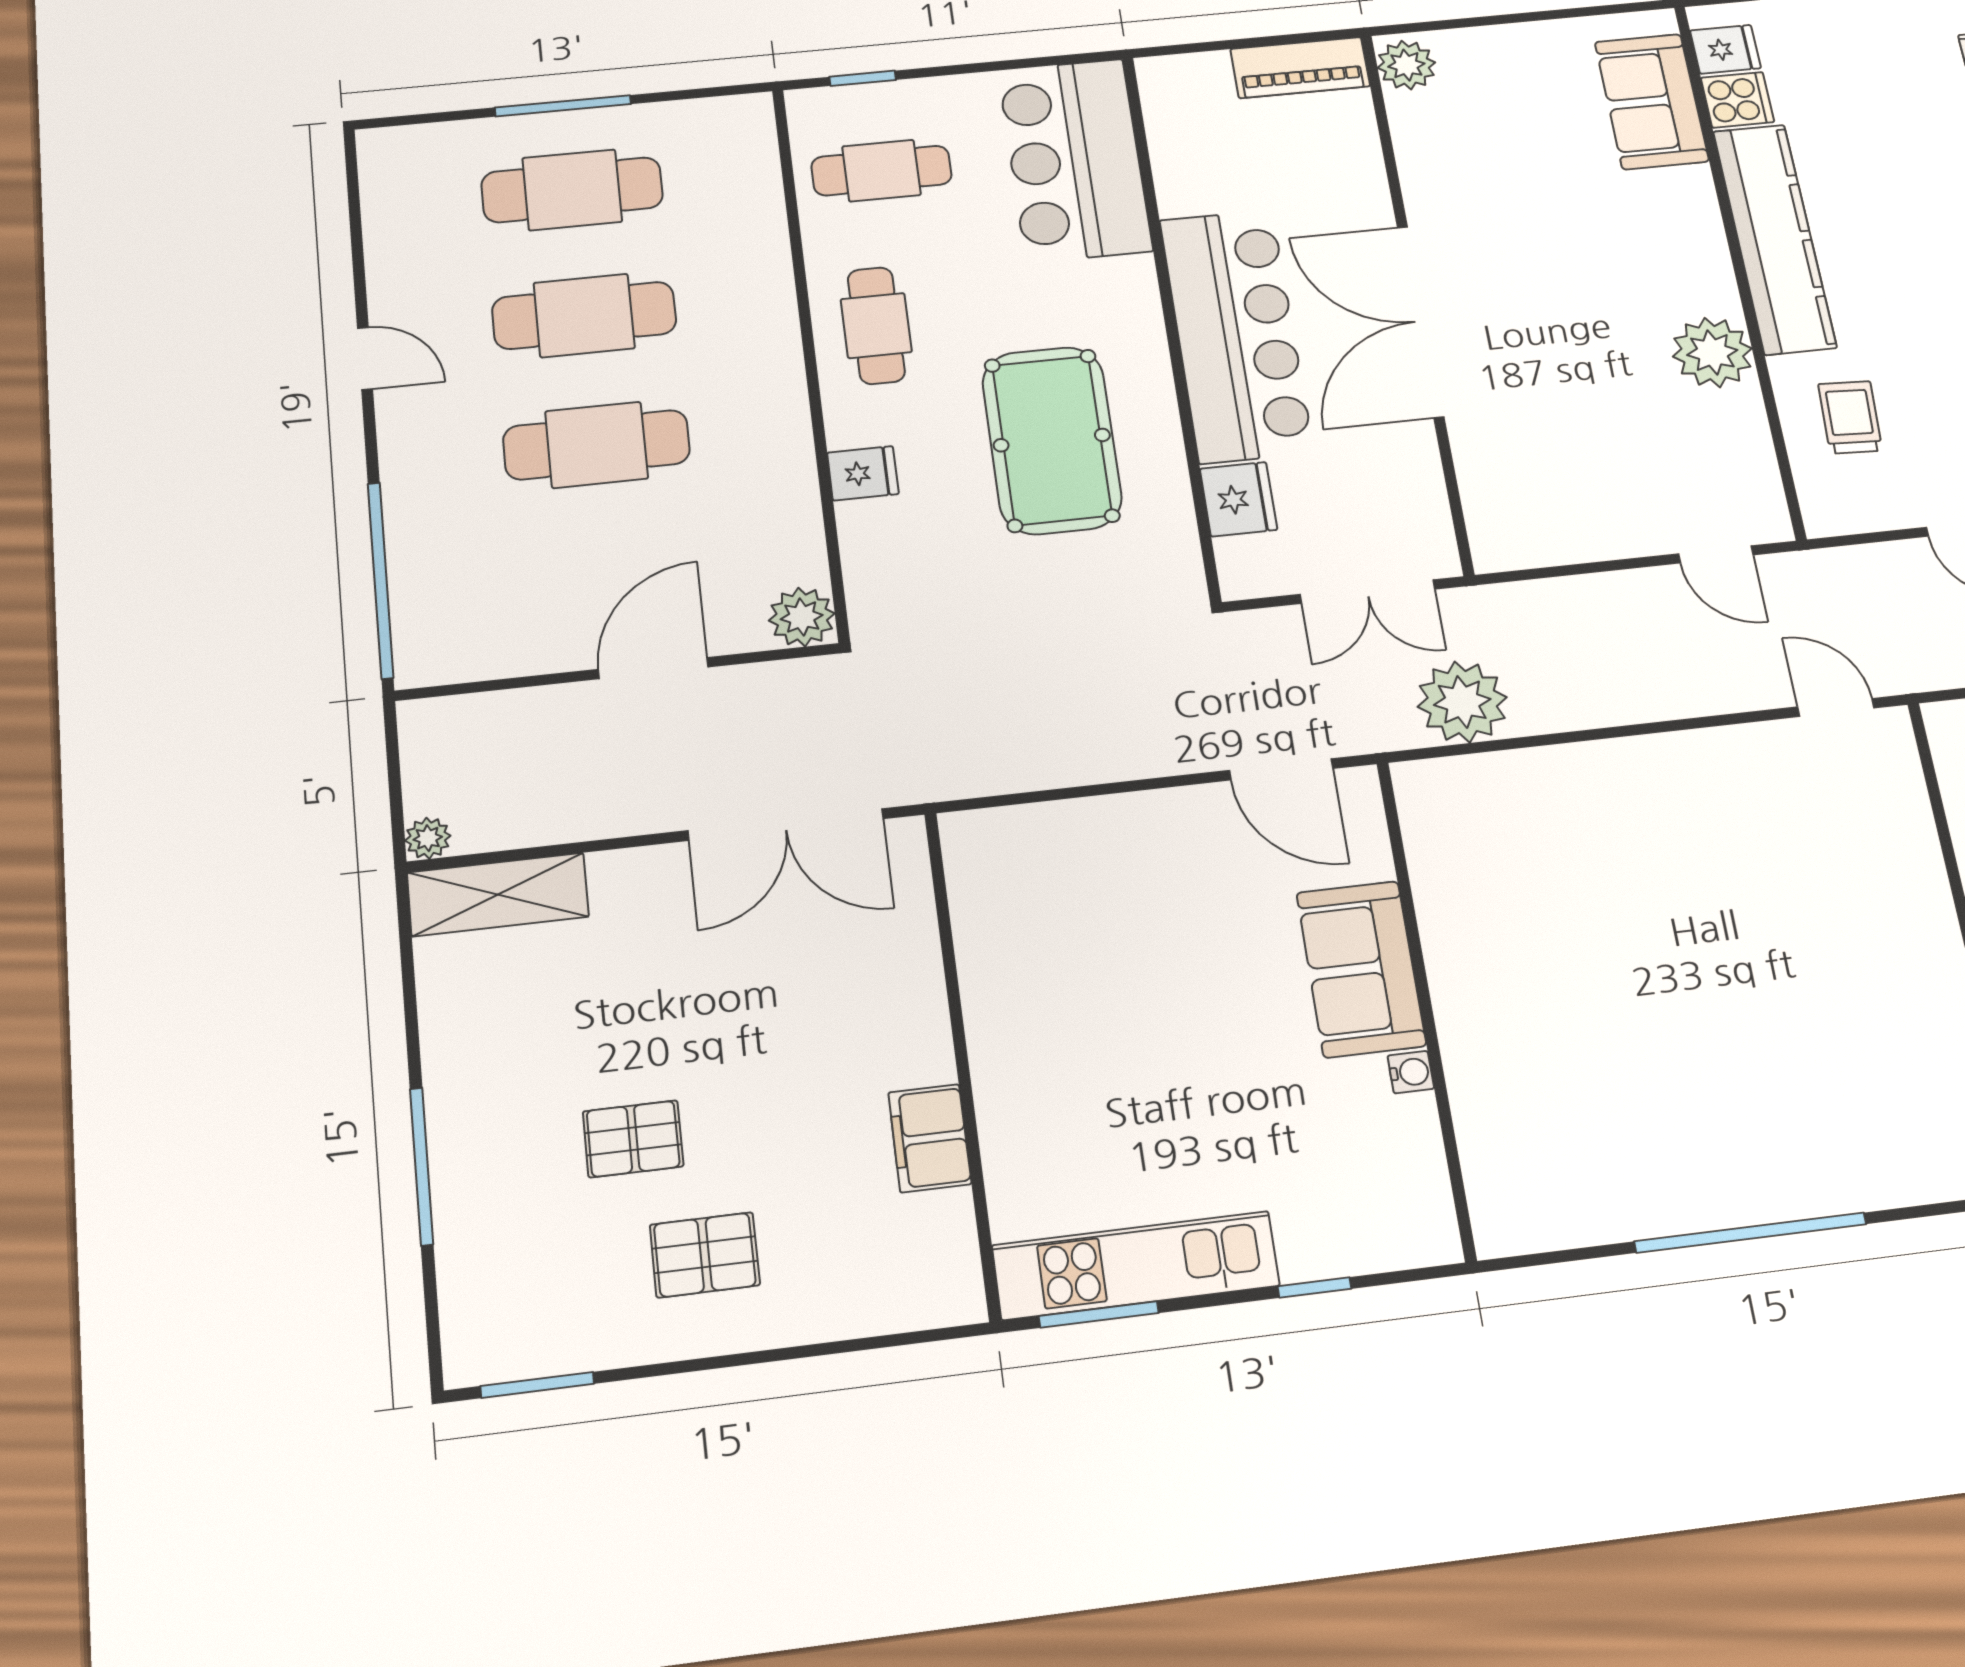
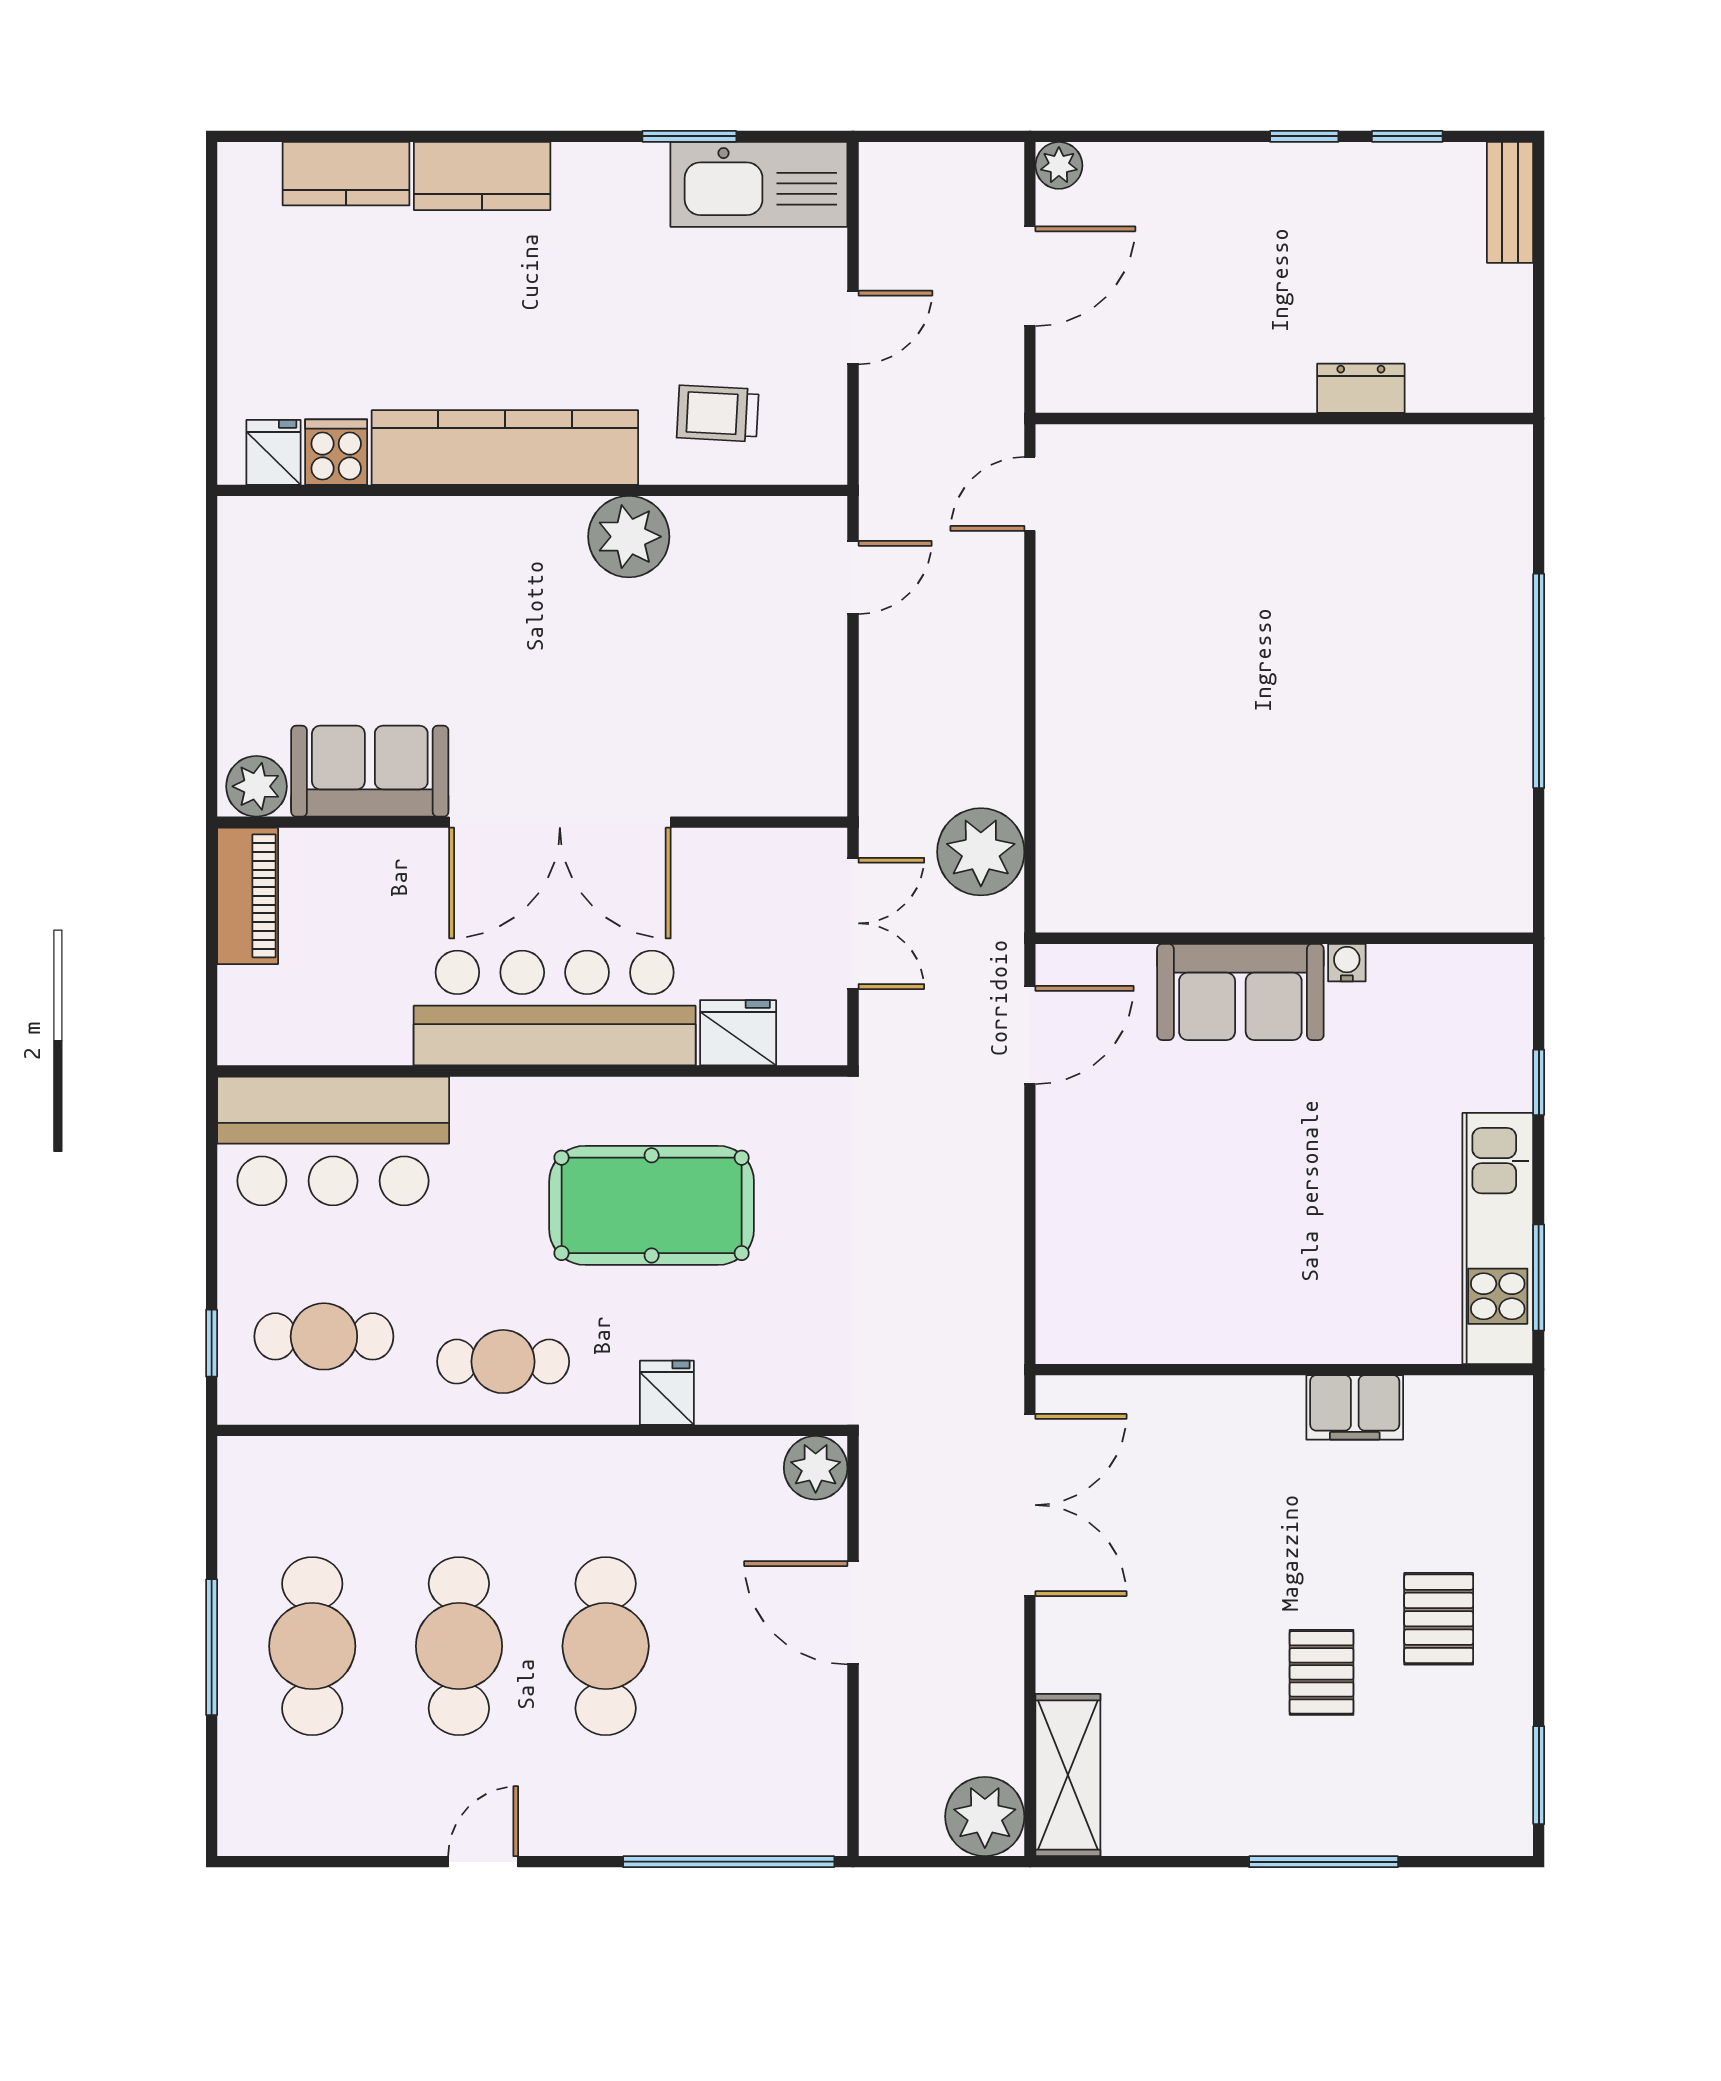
sofa: (1652, 101) -> (370, 771), moved, turned 180
cafe table: (881, 171) -> (324, 1336), turned 90
plant: (428, 838) -> (985, 1817), width x1.88, depth x1.88

